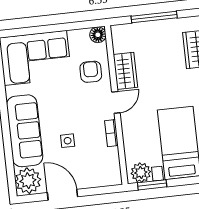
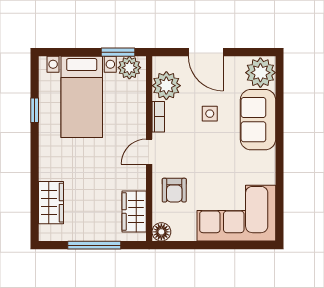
wardrobe: (125, 71) -> (134, 212), moved
sofa: (25, 131) -> (258, 120), width x0.73
plant: (107, 161) -> (166, 86), added
door: (62, 195) -> (206, 52), moved

